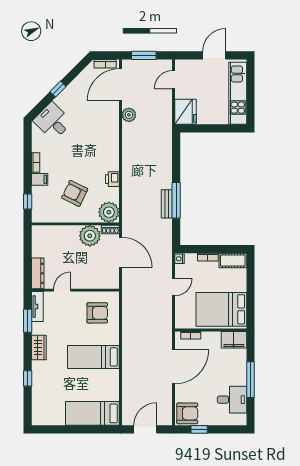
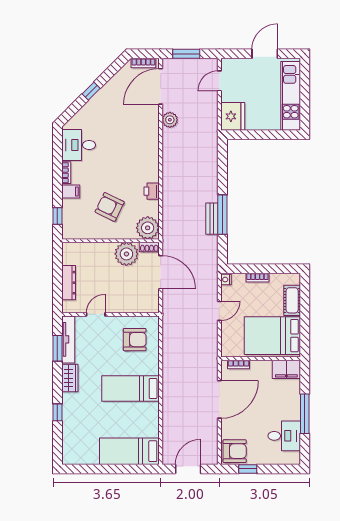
desk: (53, 121) -> (79, 145), moved, turned -45
cot: (233, 260) -> (292, 300), moved, turned 90
dresser: (38, 273) -> (69, 283), moved
tv unit: (37, 307) -> (68, 339), width x1.41

